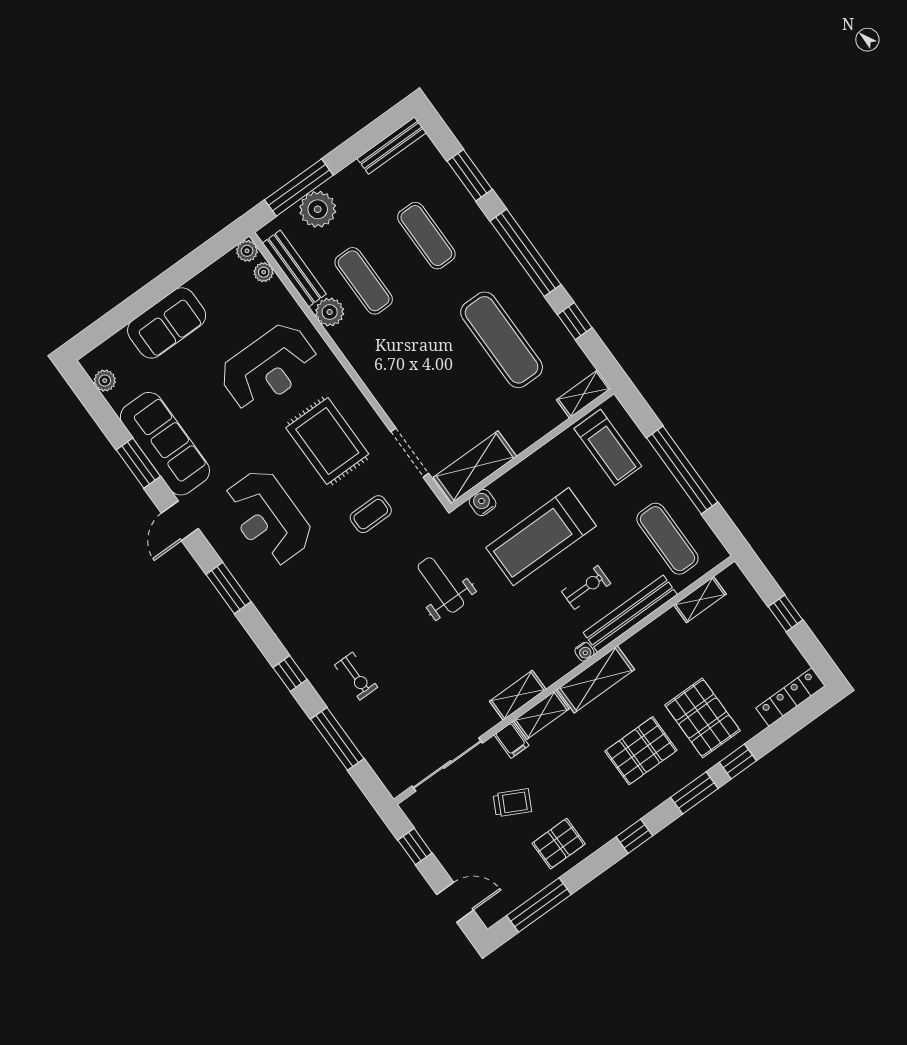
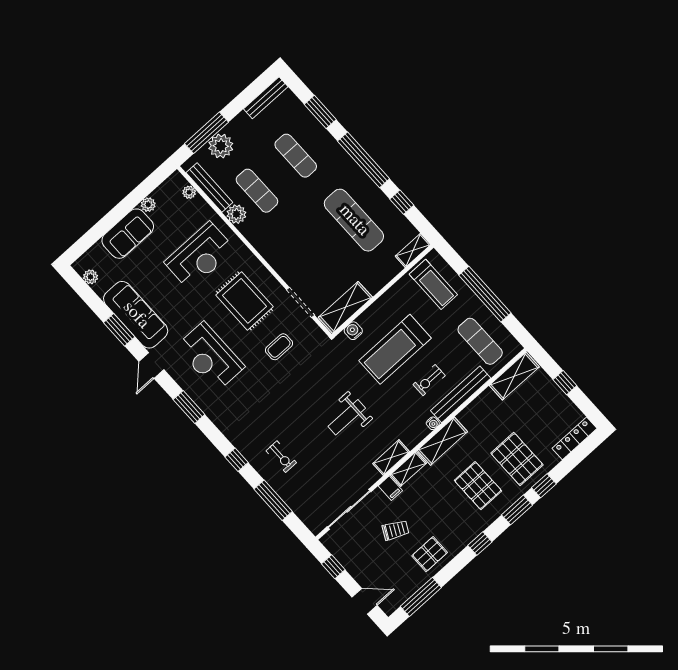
plant: (247, 251) -> (148, 205), moved
weight bench: (441, 585) -> (347, 417), moved, turned -90
exercise bike: (586, 587) -> (429, 380), turned 180
shelving: (700, 600) -> (514, 376), width x1.50, depth x1.33
pallet: (641, 751) -> (478, 486), turned 90

